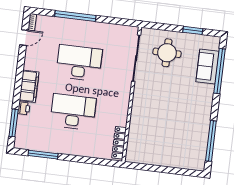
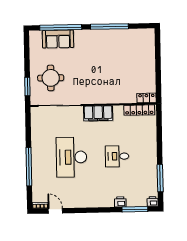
window: (193, 30) -> (27, 87), moved
filing cabinet: (29, 86) -> (98, 113), moved, turned 180
desk: (73, 112) -> (117, 156), width x0.53, depth x0.77
window: (211, 141) -> (109, 26), moved
printer: (19, 143) -> (153, 201), added
locker: (131, 152) -> (146, 98), added

